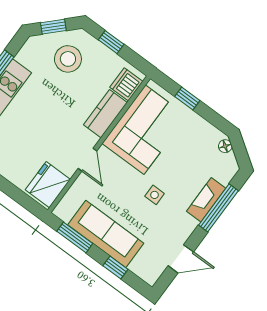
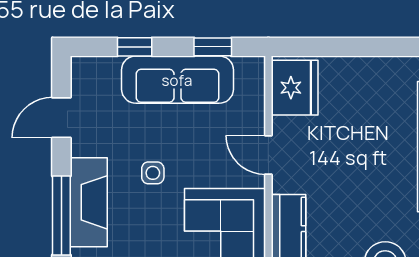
fireplace: (206, 200) -> (89, 202), width x1.37, depth x1.32
window: (75, 237) -> (213, 47), width x0.67

